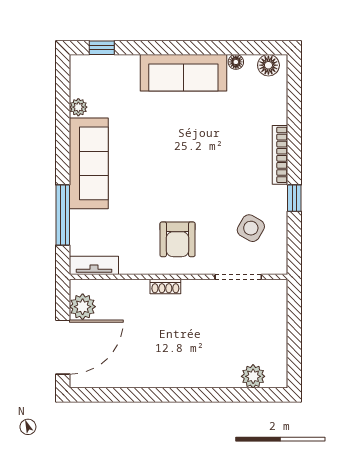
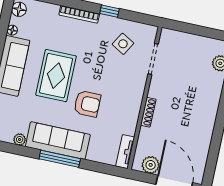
rug: (183, 140) -> (56, 76), added
window: (63, 215) -> (60, 159), moved
armchair: (178, 239) -> (87, 104), moved
shoe rack: (165, 287) -> (148, 112), width x1.43

